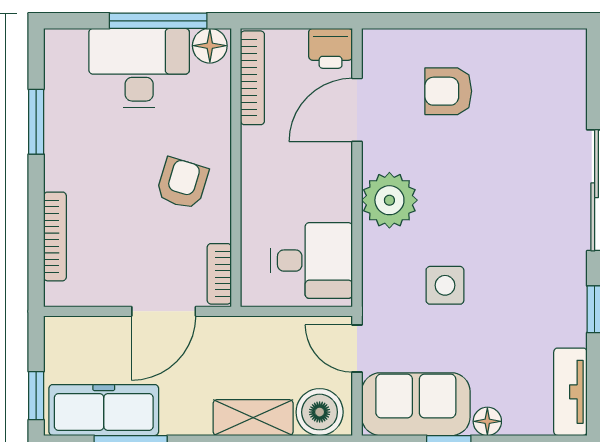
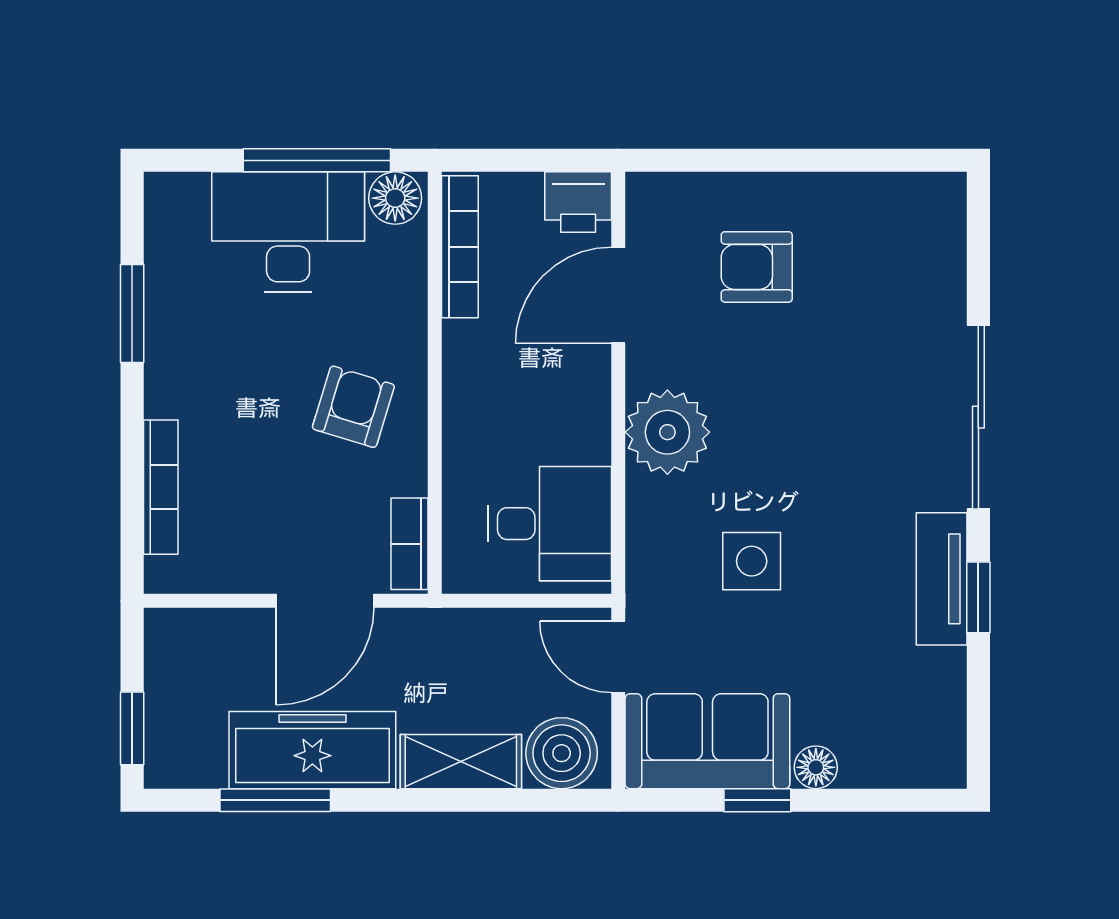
tv unit: (570, 392) -> (942, 579), moved
freezer: (104, 410) -> (312, 750), moved

